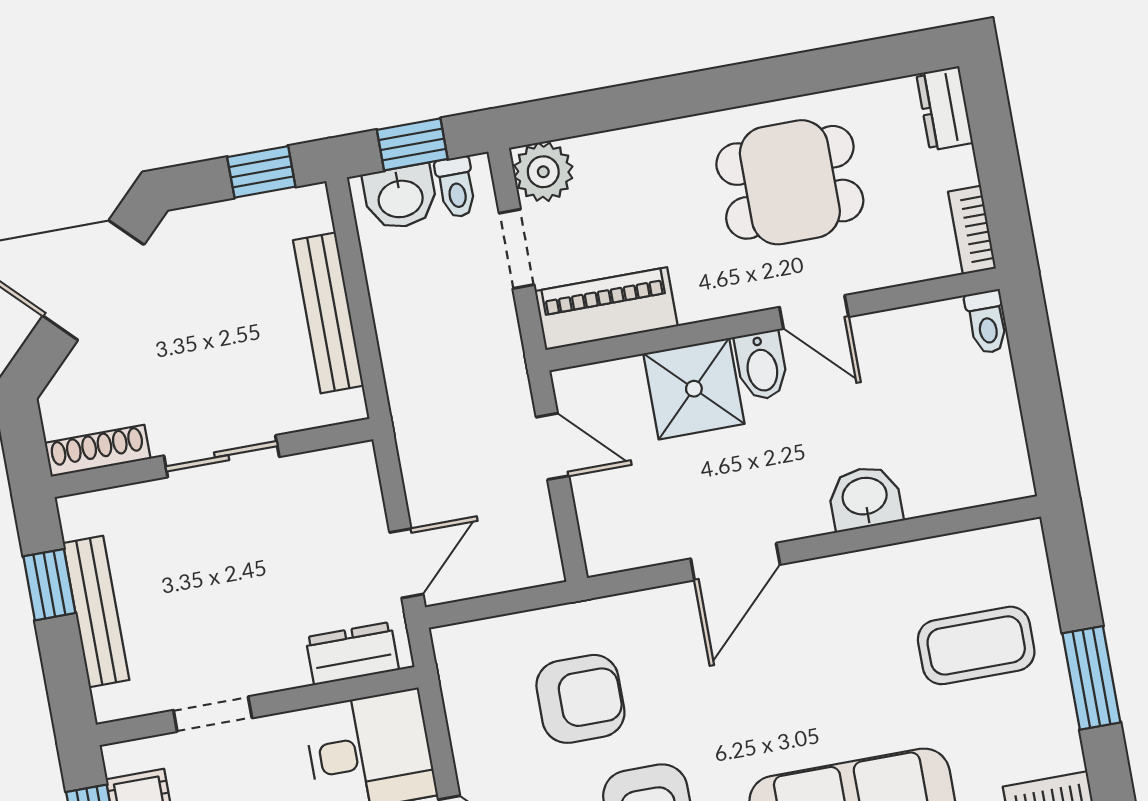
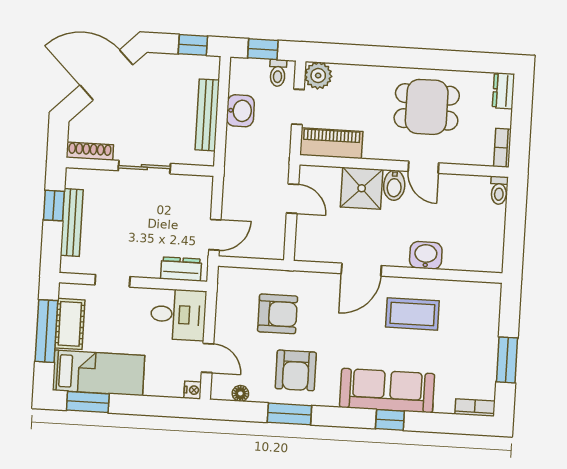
washbasin: (400, 197) -> (240, 111), moved, turned -90
coffee table: (976, 645) -> (412, 314), moved

